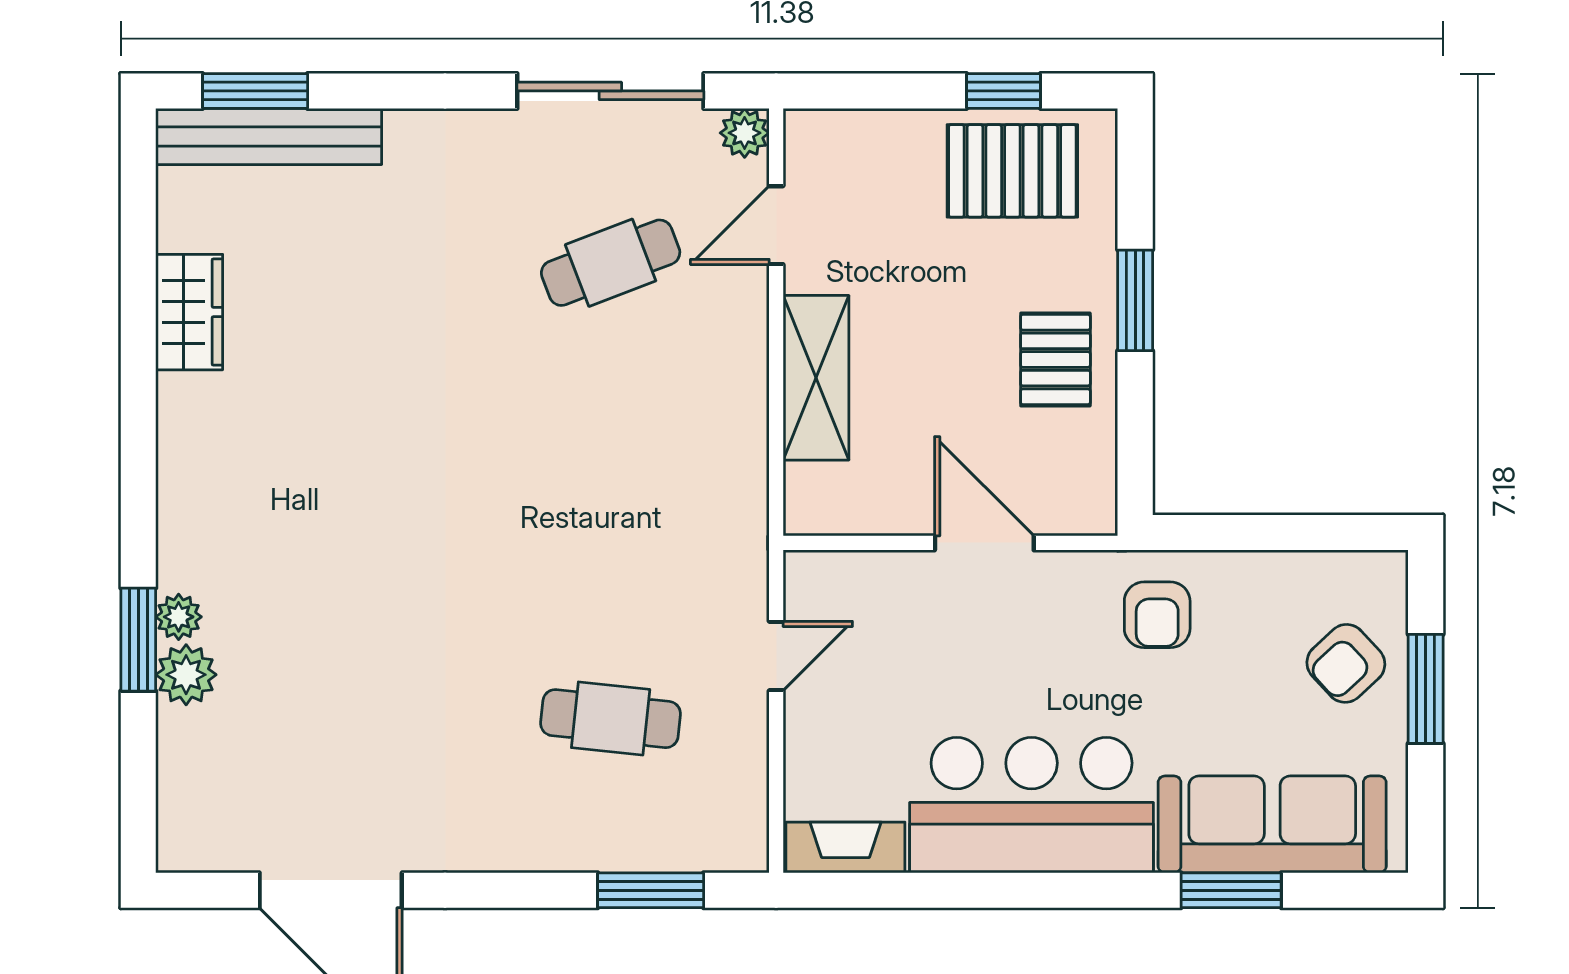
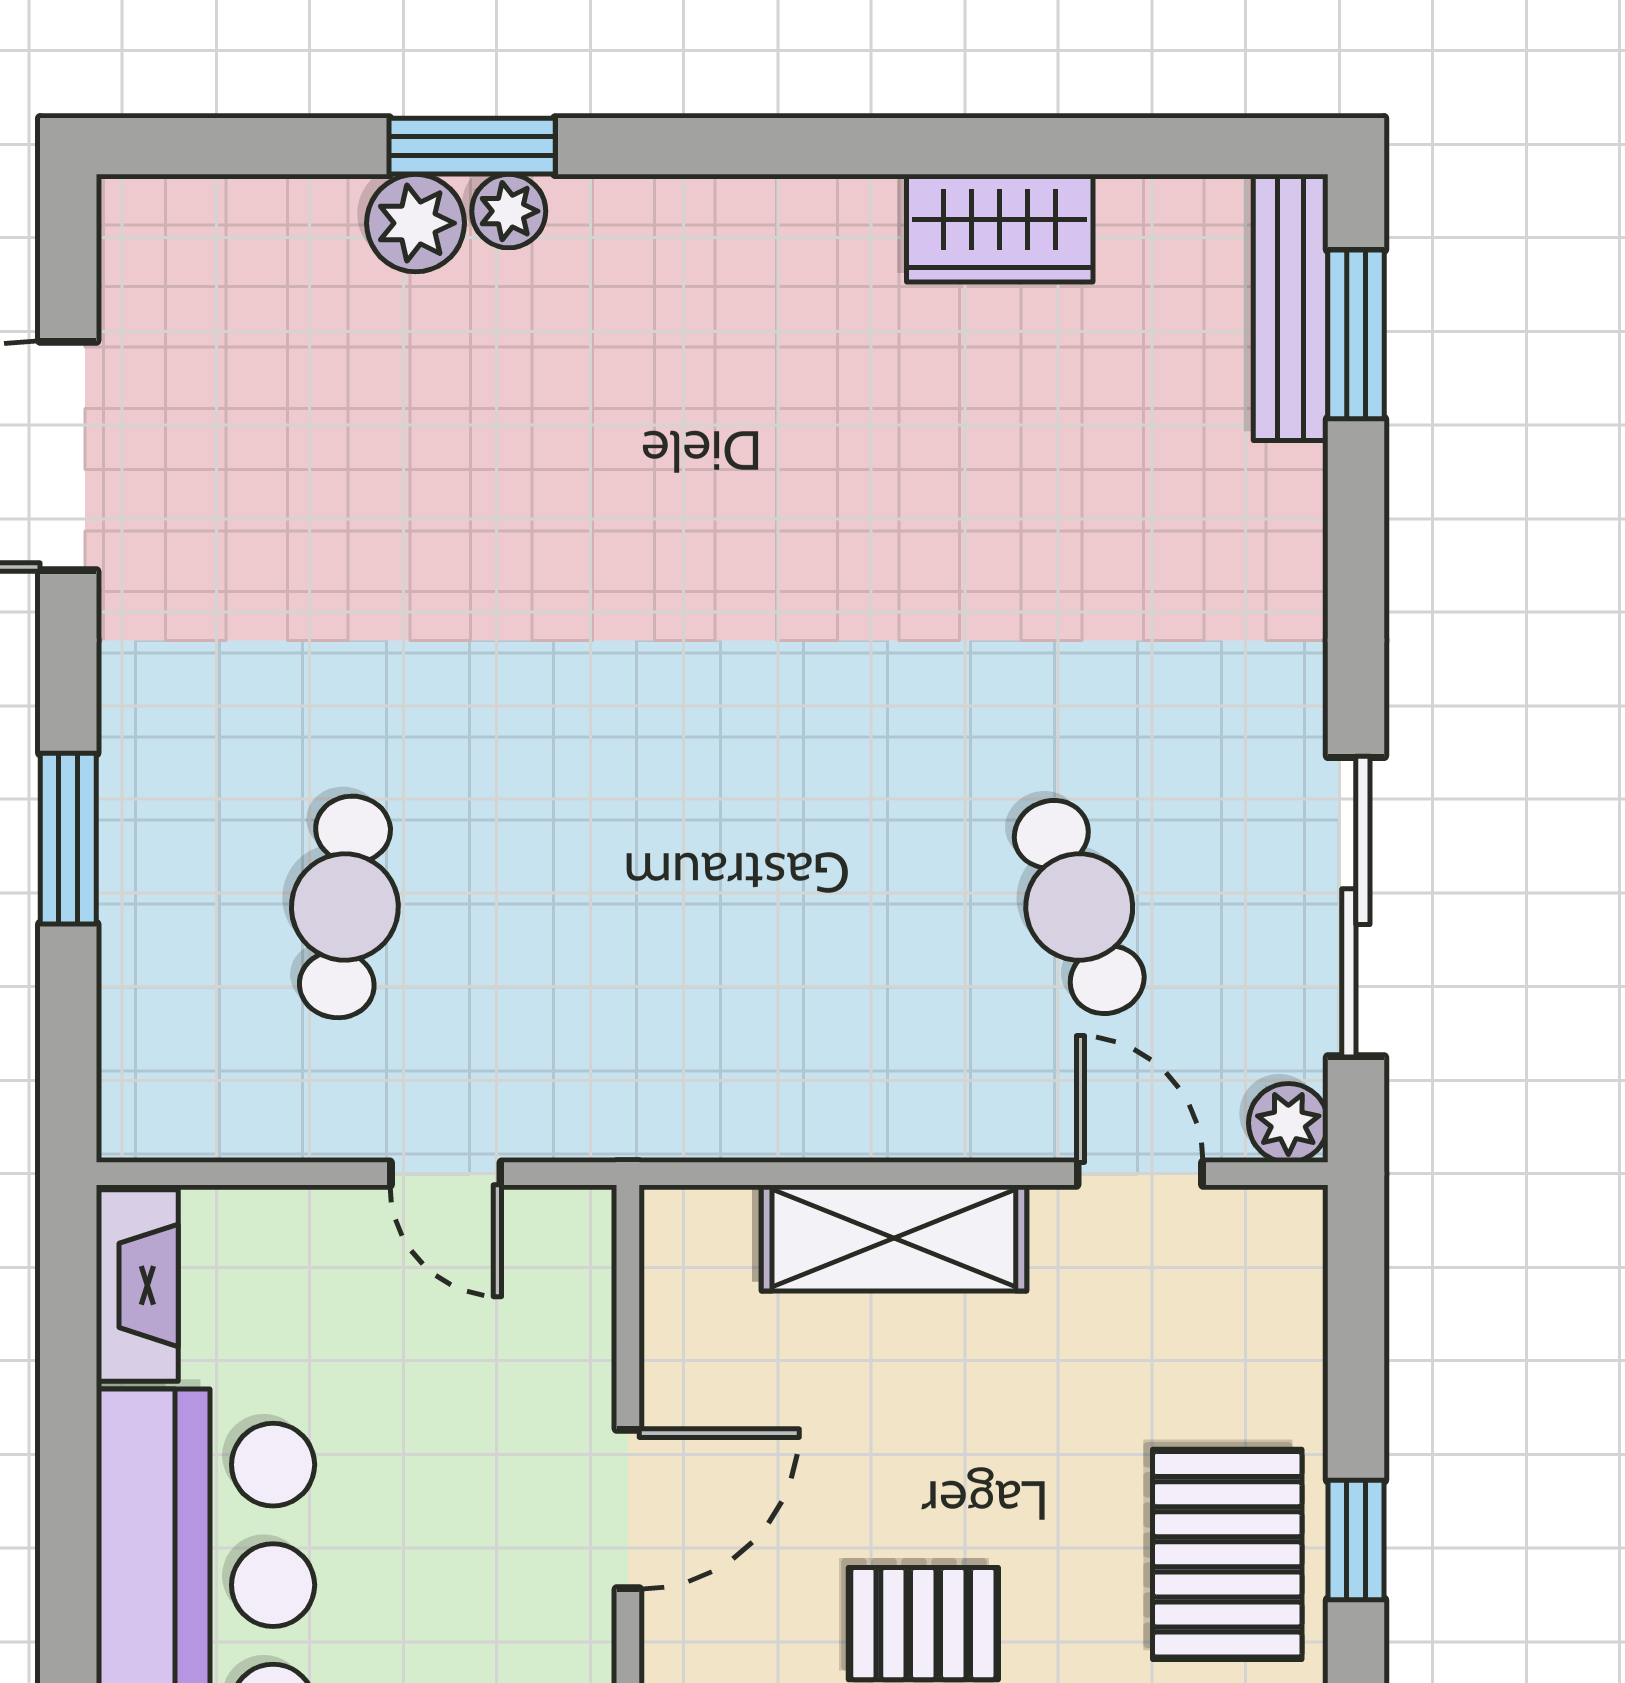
bench: (269, 136) -> (1291, 307), width x0.73, depth x0.82
window: (651, 890) -> (68, 839), moved

